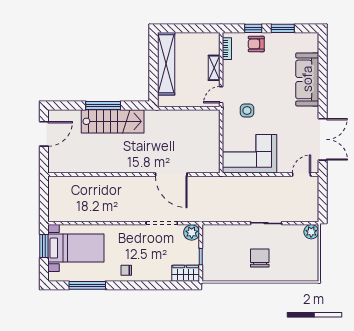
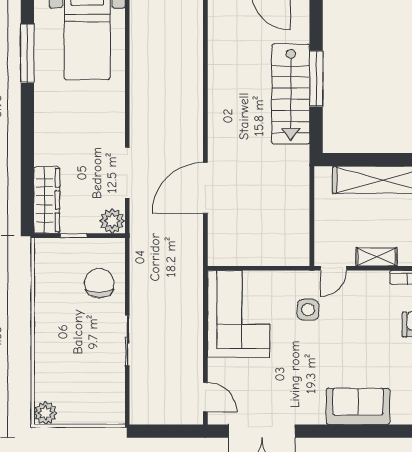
sofa: (307, 79) -> (358, 406), width x0.73
door: (221, 95) -> (333, 268), swing flipped
plant: (311, 232) -> (45, 413), moved
chair: (260, 258) -> (99, 283), moved, turned -90
chair: (126, 270) -> (52, 116), removed
wardrobe: (186, 273) -> (47, 200), width x1.50

